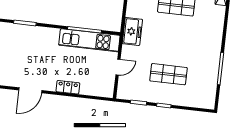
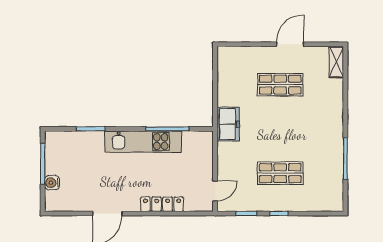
kitchen unit: (89, 40) -> (143, 142), moved
door: (118, 67) -> (215, 191), moved
locker: (68, 87) -> (162, 204), width x1.53

